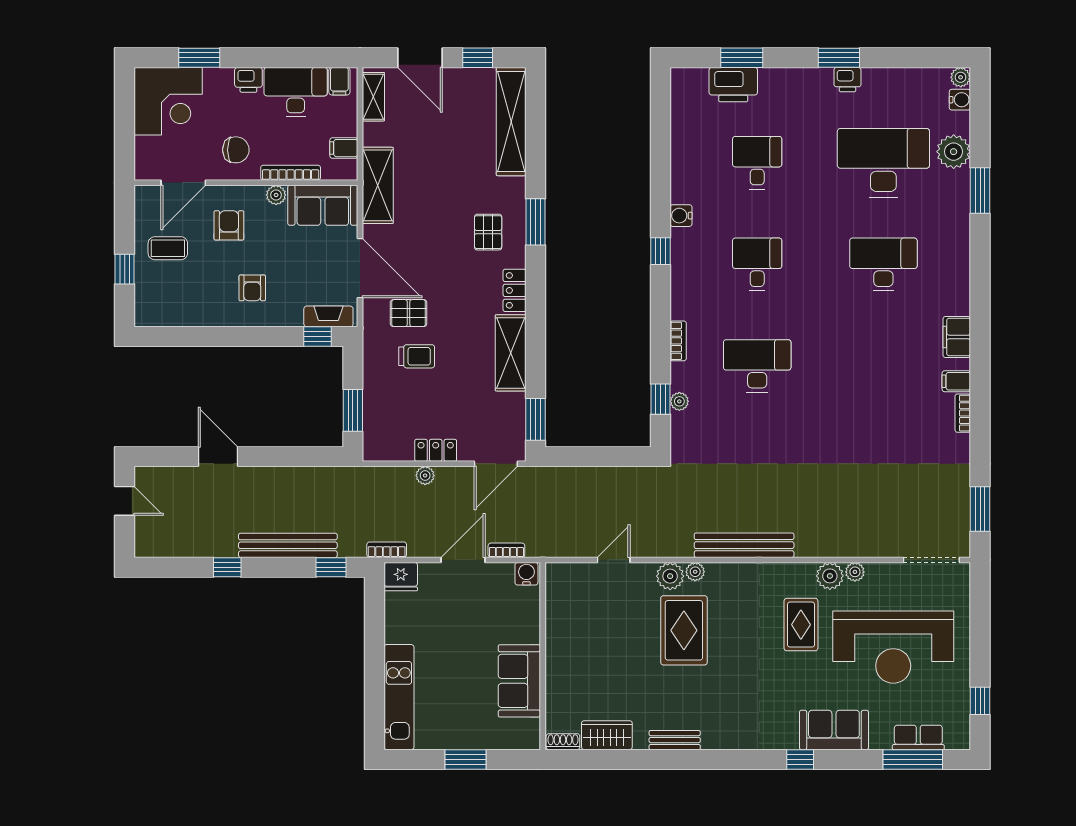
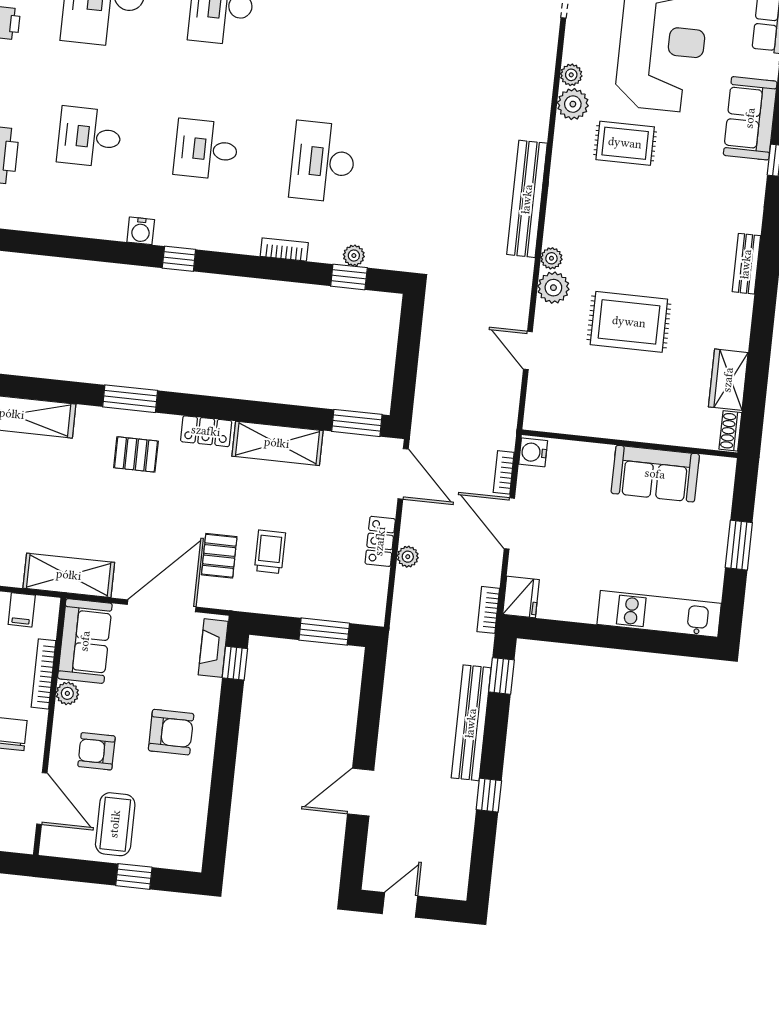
coffee table: (168, 248) -> (115, 824), width x1.36, depth x1.30
armchair: (252, 288) -> (171, 732), width x1.38, depth x1.38
rug: (684, 630) -> (629, 322), moved
bench: (675, 740) -> (746, 264), moved

